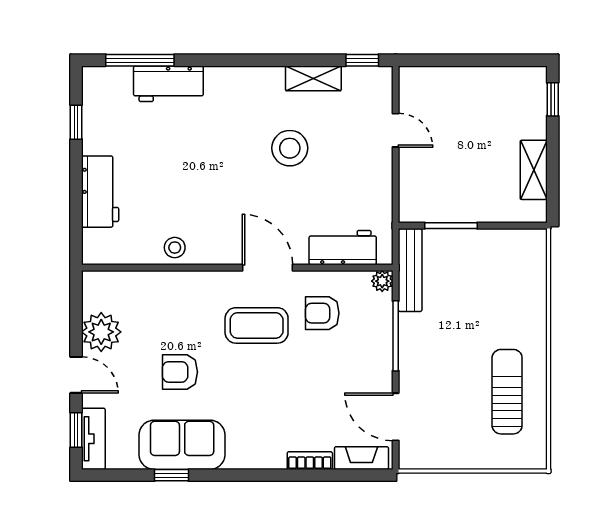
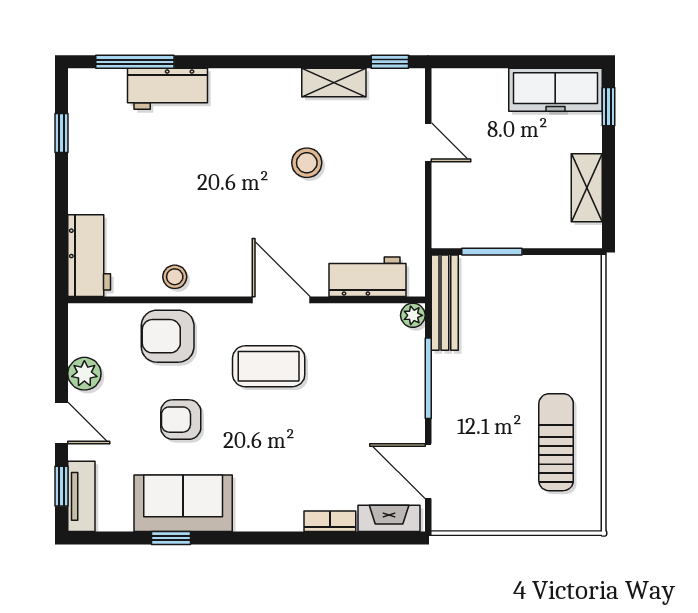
freezer: (506, 85) -> (555, 90), added
stool: (290, 148) -> (307, 163), width x0.73, depth x0.73
workbench: (100, 192) -> (89, 256), moved
armchair: (322, 313) -> (168, 336), moved, width x1.38, depth x1.38
plant: (101, 332) -> (84, 374), width x0.73, depth x0.73

